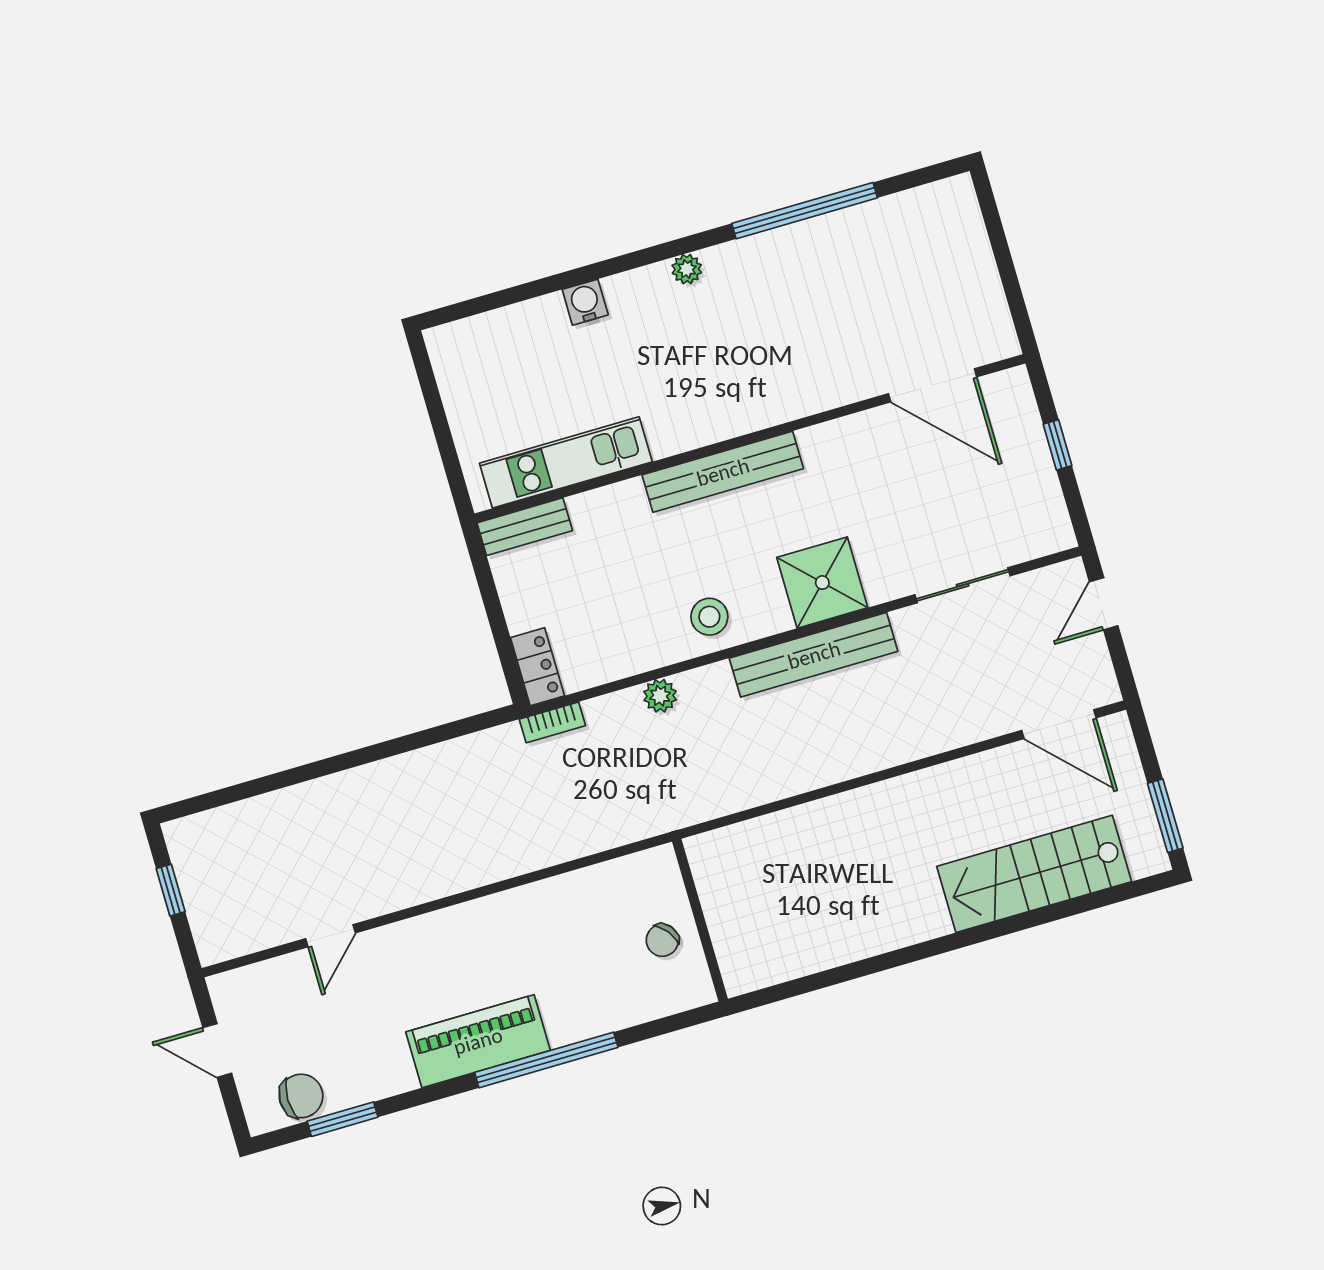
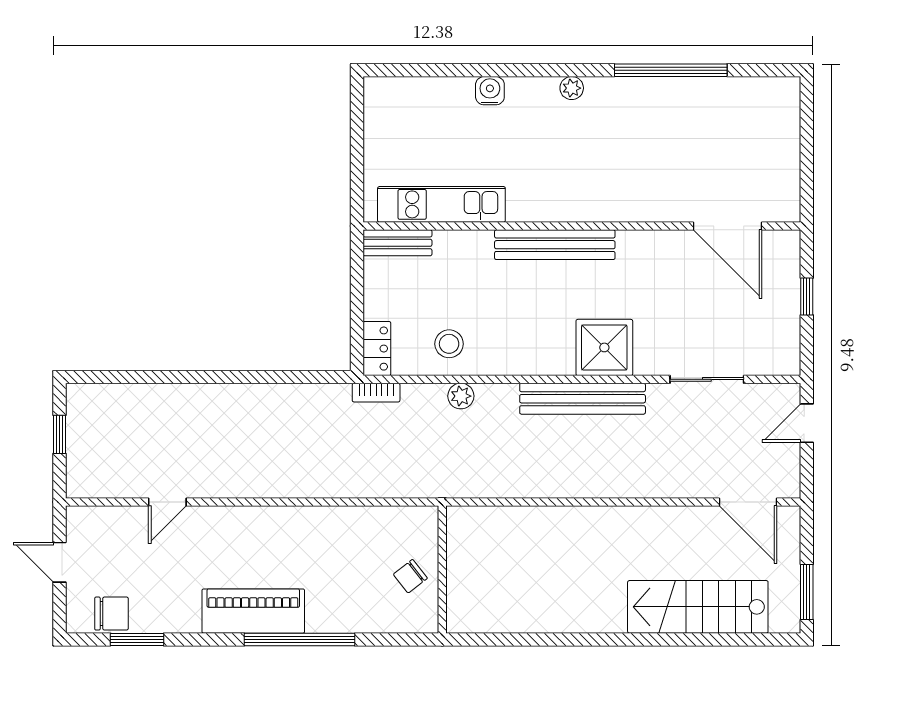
stool: (709, 617) -> (449, 344), moved

